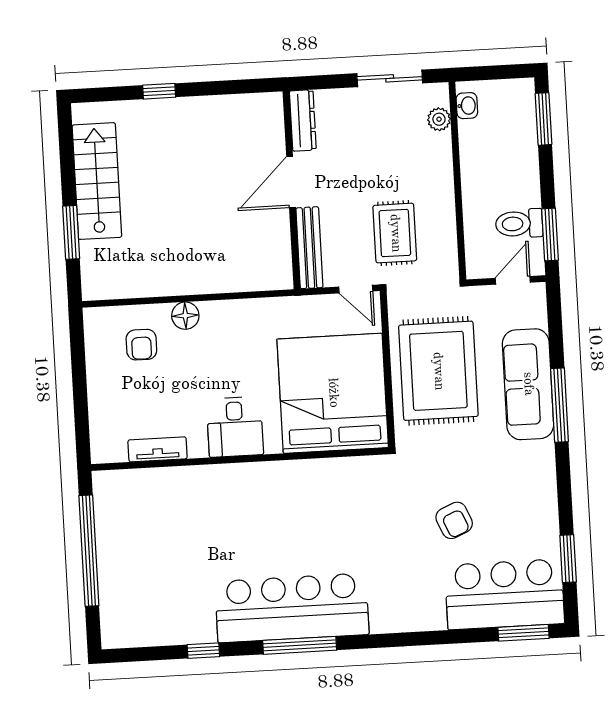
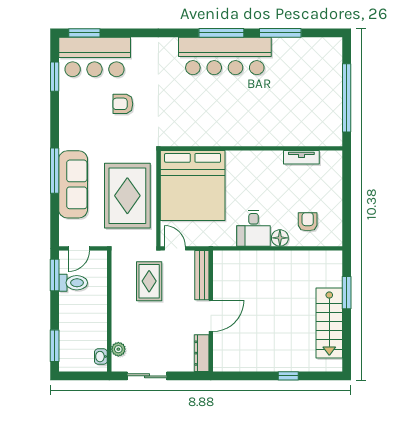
desk: (235, 427) -> (254, 228), moved, turned 180
armchair: (454, 520) -> (123, 104), turned -67
window: (203, 651) -> (280, 33), width x2.17

